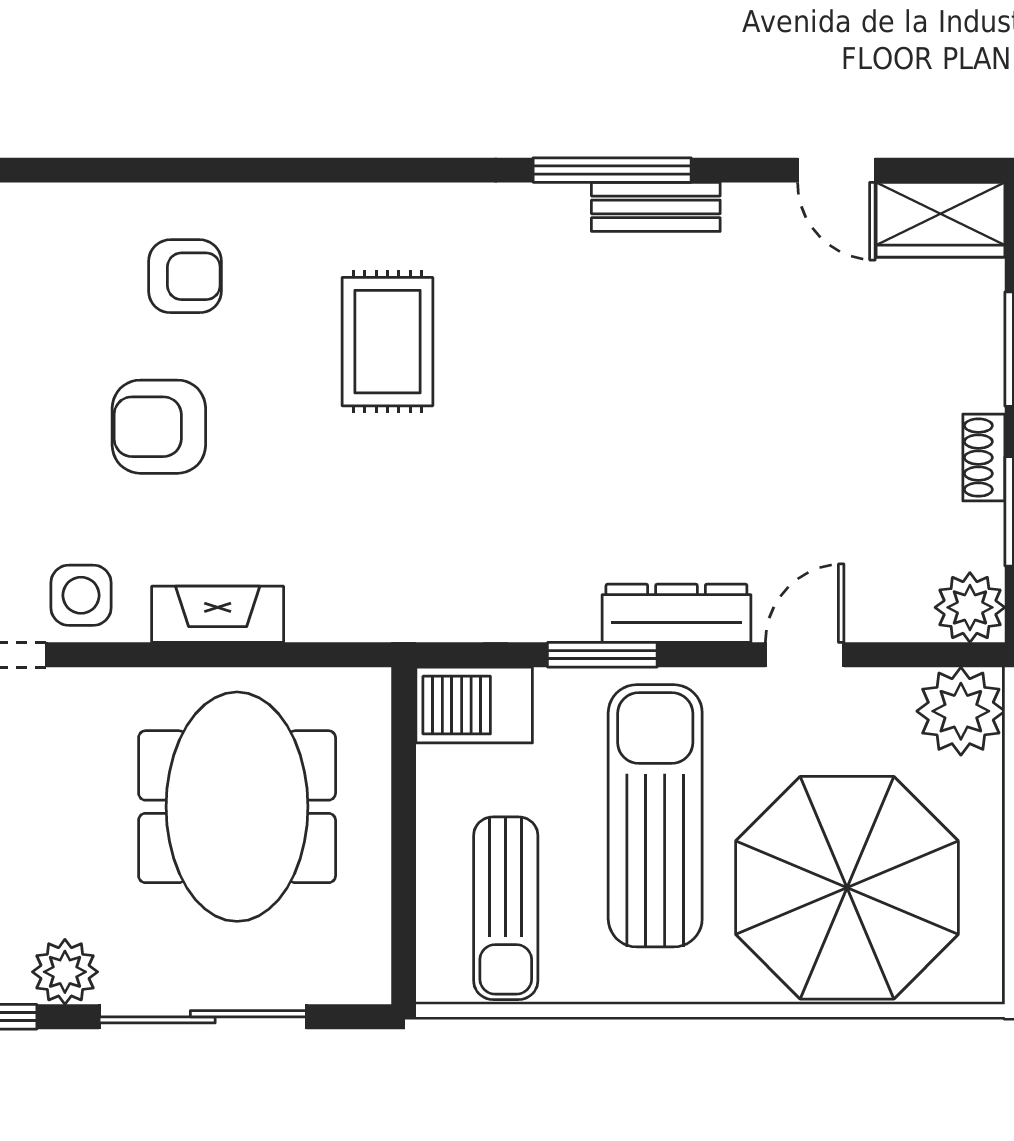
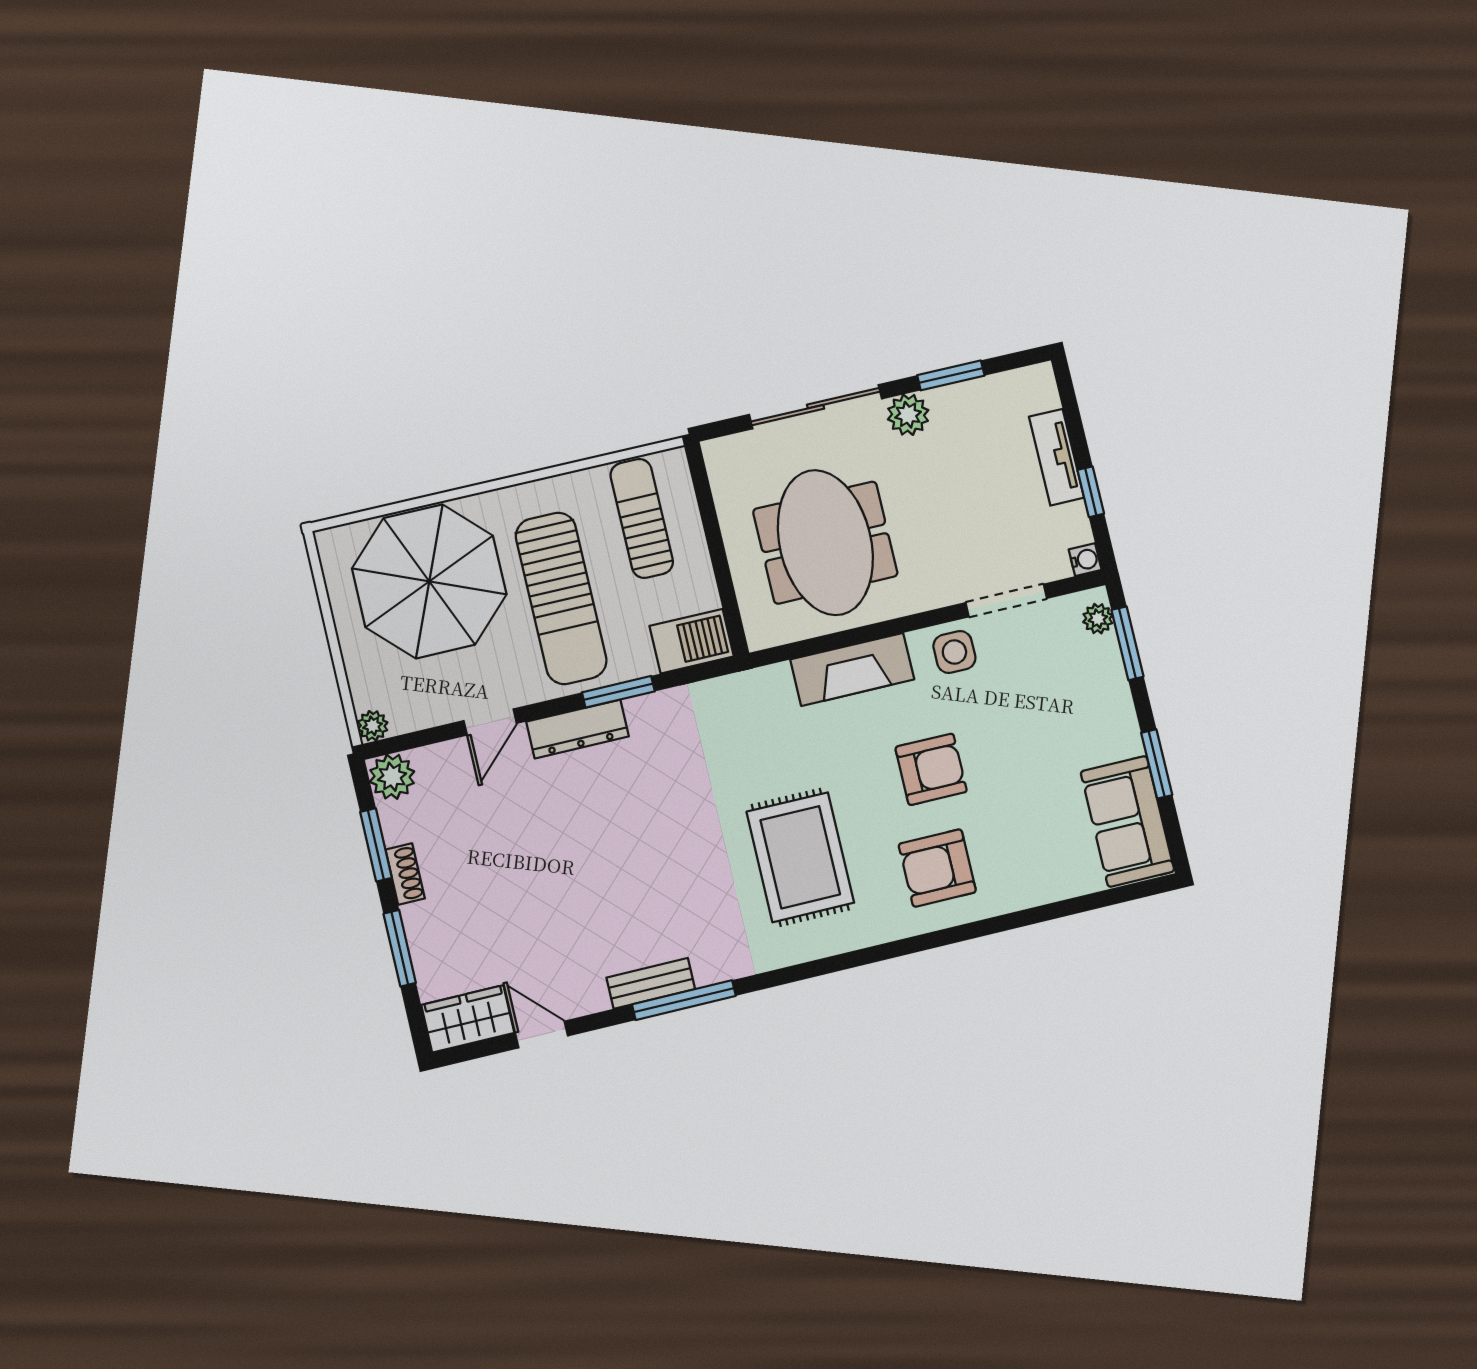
armchair: (185, 276) -> (937, 868), width x1.38, depth x1.38
rug: (387, 342) -> (800, 857), width x1.36, depth x1.43
fireplace: (218, 614) -> (852, 669), width x1.37, depth x1.32
plant: (961, 711) -> (373, 726), width x0.53, depth x0.53

